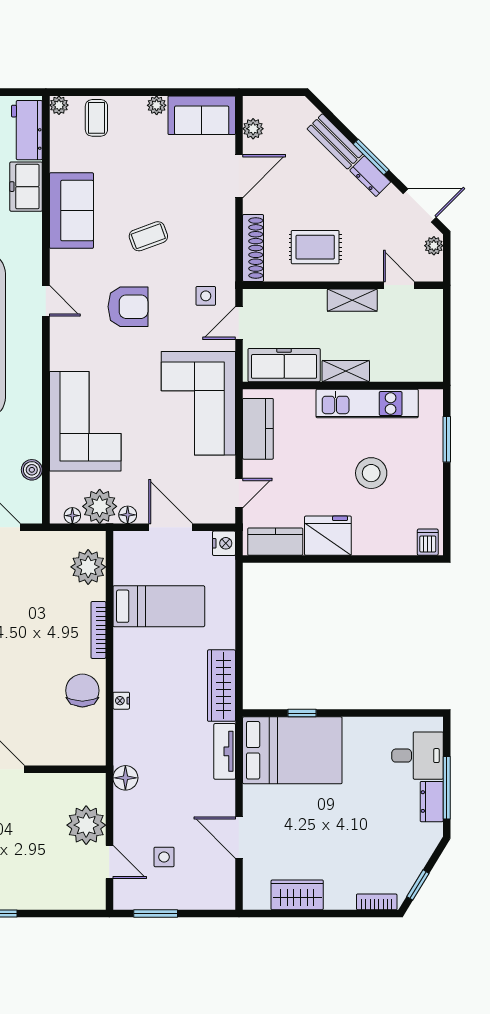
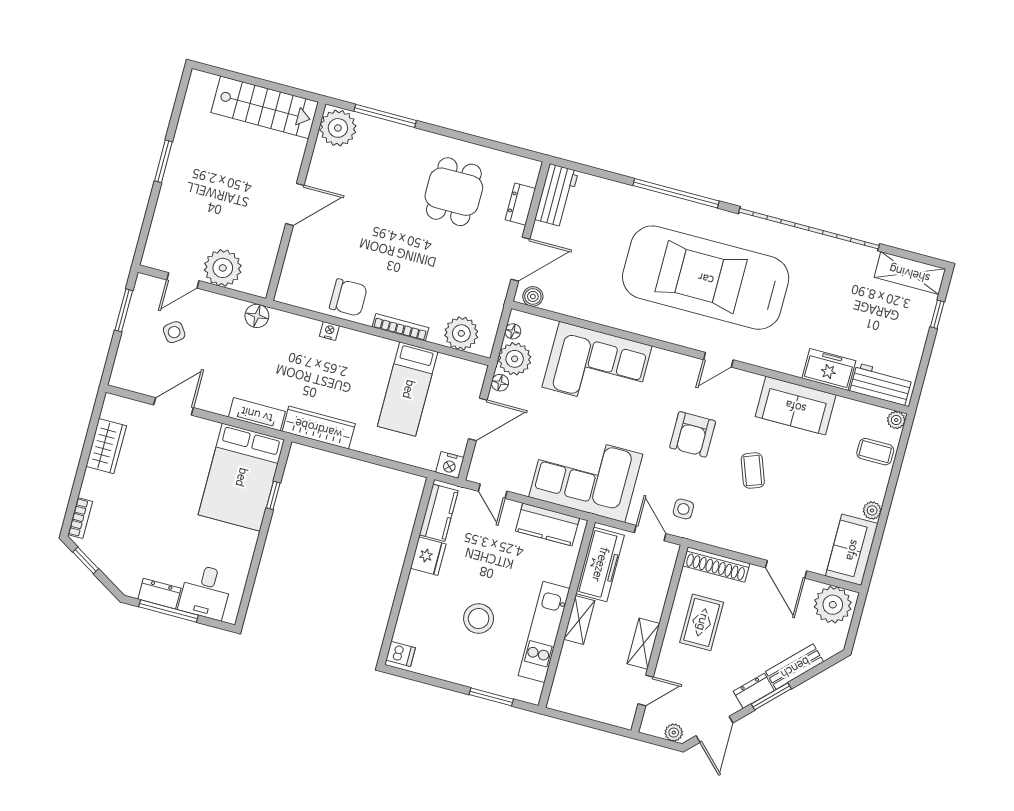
plant: (253, 129) -> (833, 605), width x1.88, depth x1.88
boiler: (32, 470) -> (533, 296), moved
fridge: (328, 536) -> (428, 556), width x0.73, depth x0.75
side table: (164, 857) -> (174, 332), turned -36

